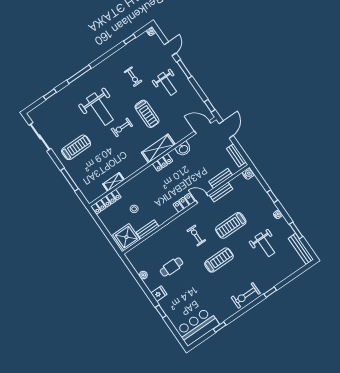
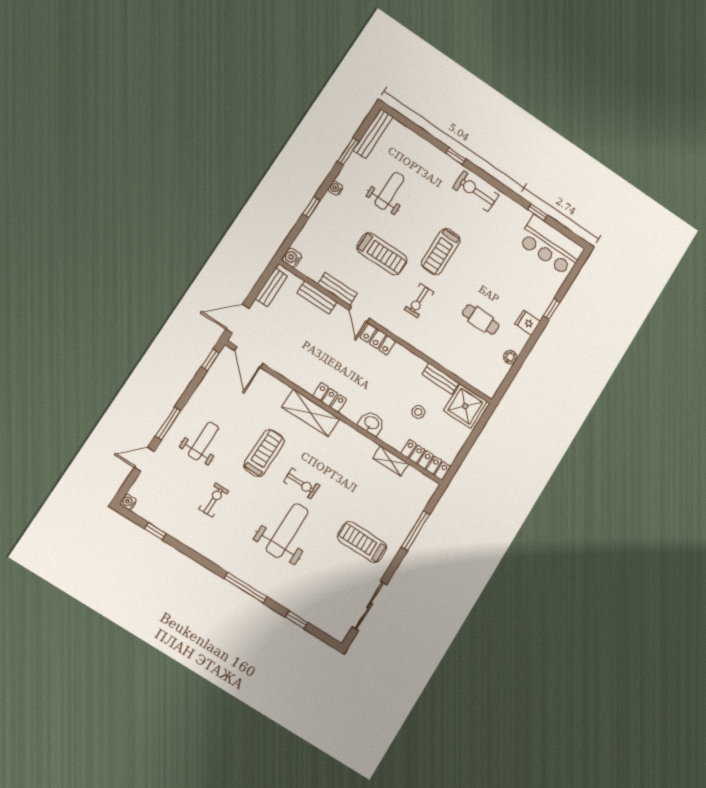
washbasin: (183, 149) -> (371, 423), moved
treadmill: (219, 260) -> (441, 252), turned -90
exercise bike: (246, 295) -> (476, 191), turned 180

